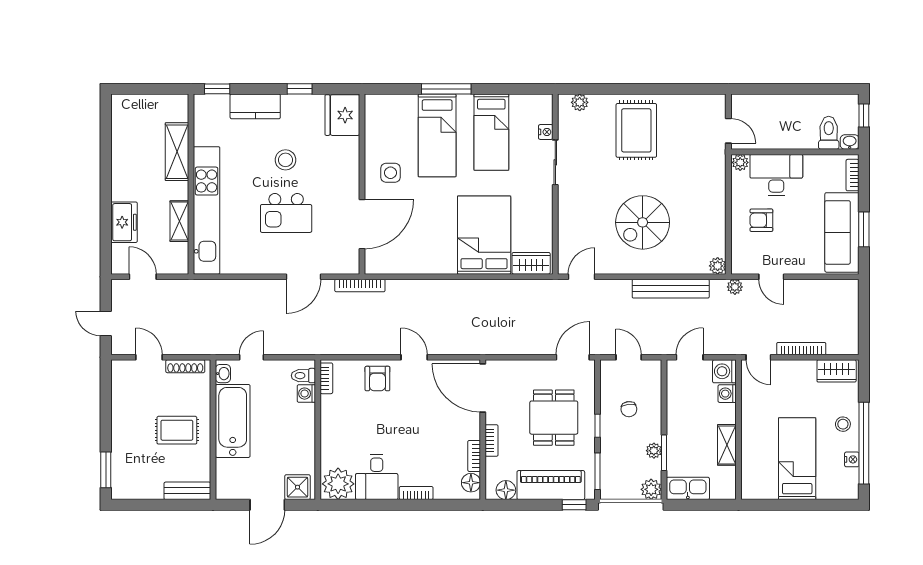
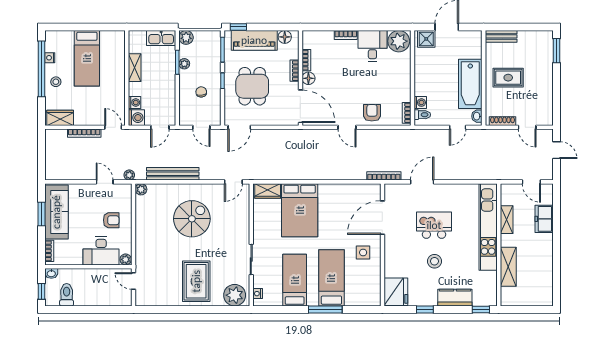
plant: (580, 102) -> (235, 295), width x1.88, depth x1.88
nightstand: (546, 132) -> (258, 294), moved
toilet: (829, 133) -> (67, 295), moved, turned 180
floor lamp: (471, 483) -> (308, 78), moved

